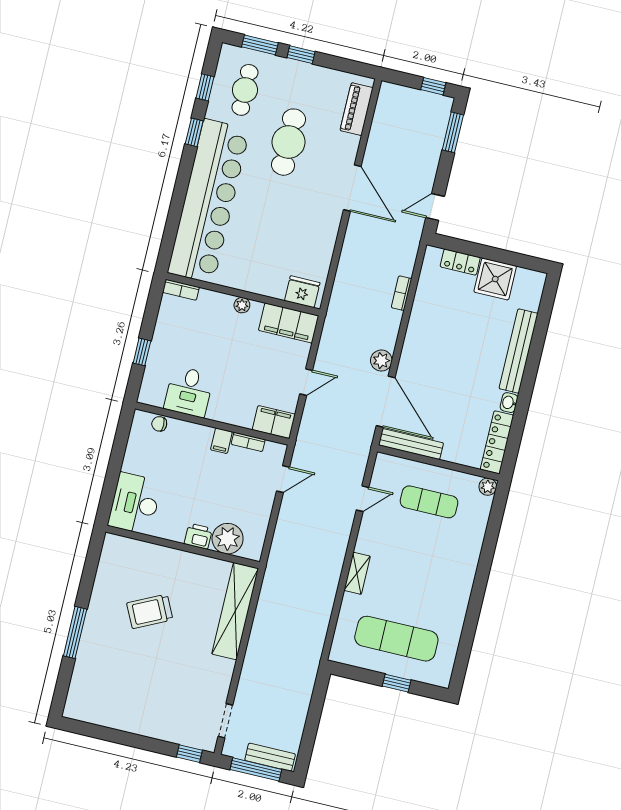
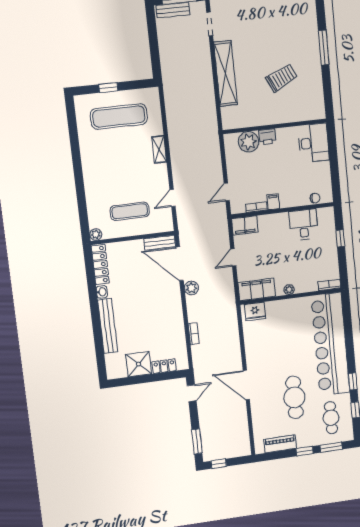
piano: (357, 109) -> (280, 444), moved, turned -90
bench: (411, 444) -> (160, 243), width x0.73
shelving: (235, 611) -> (226, 73), moved

